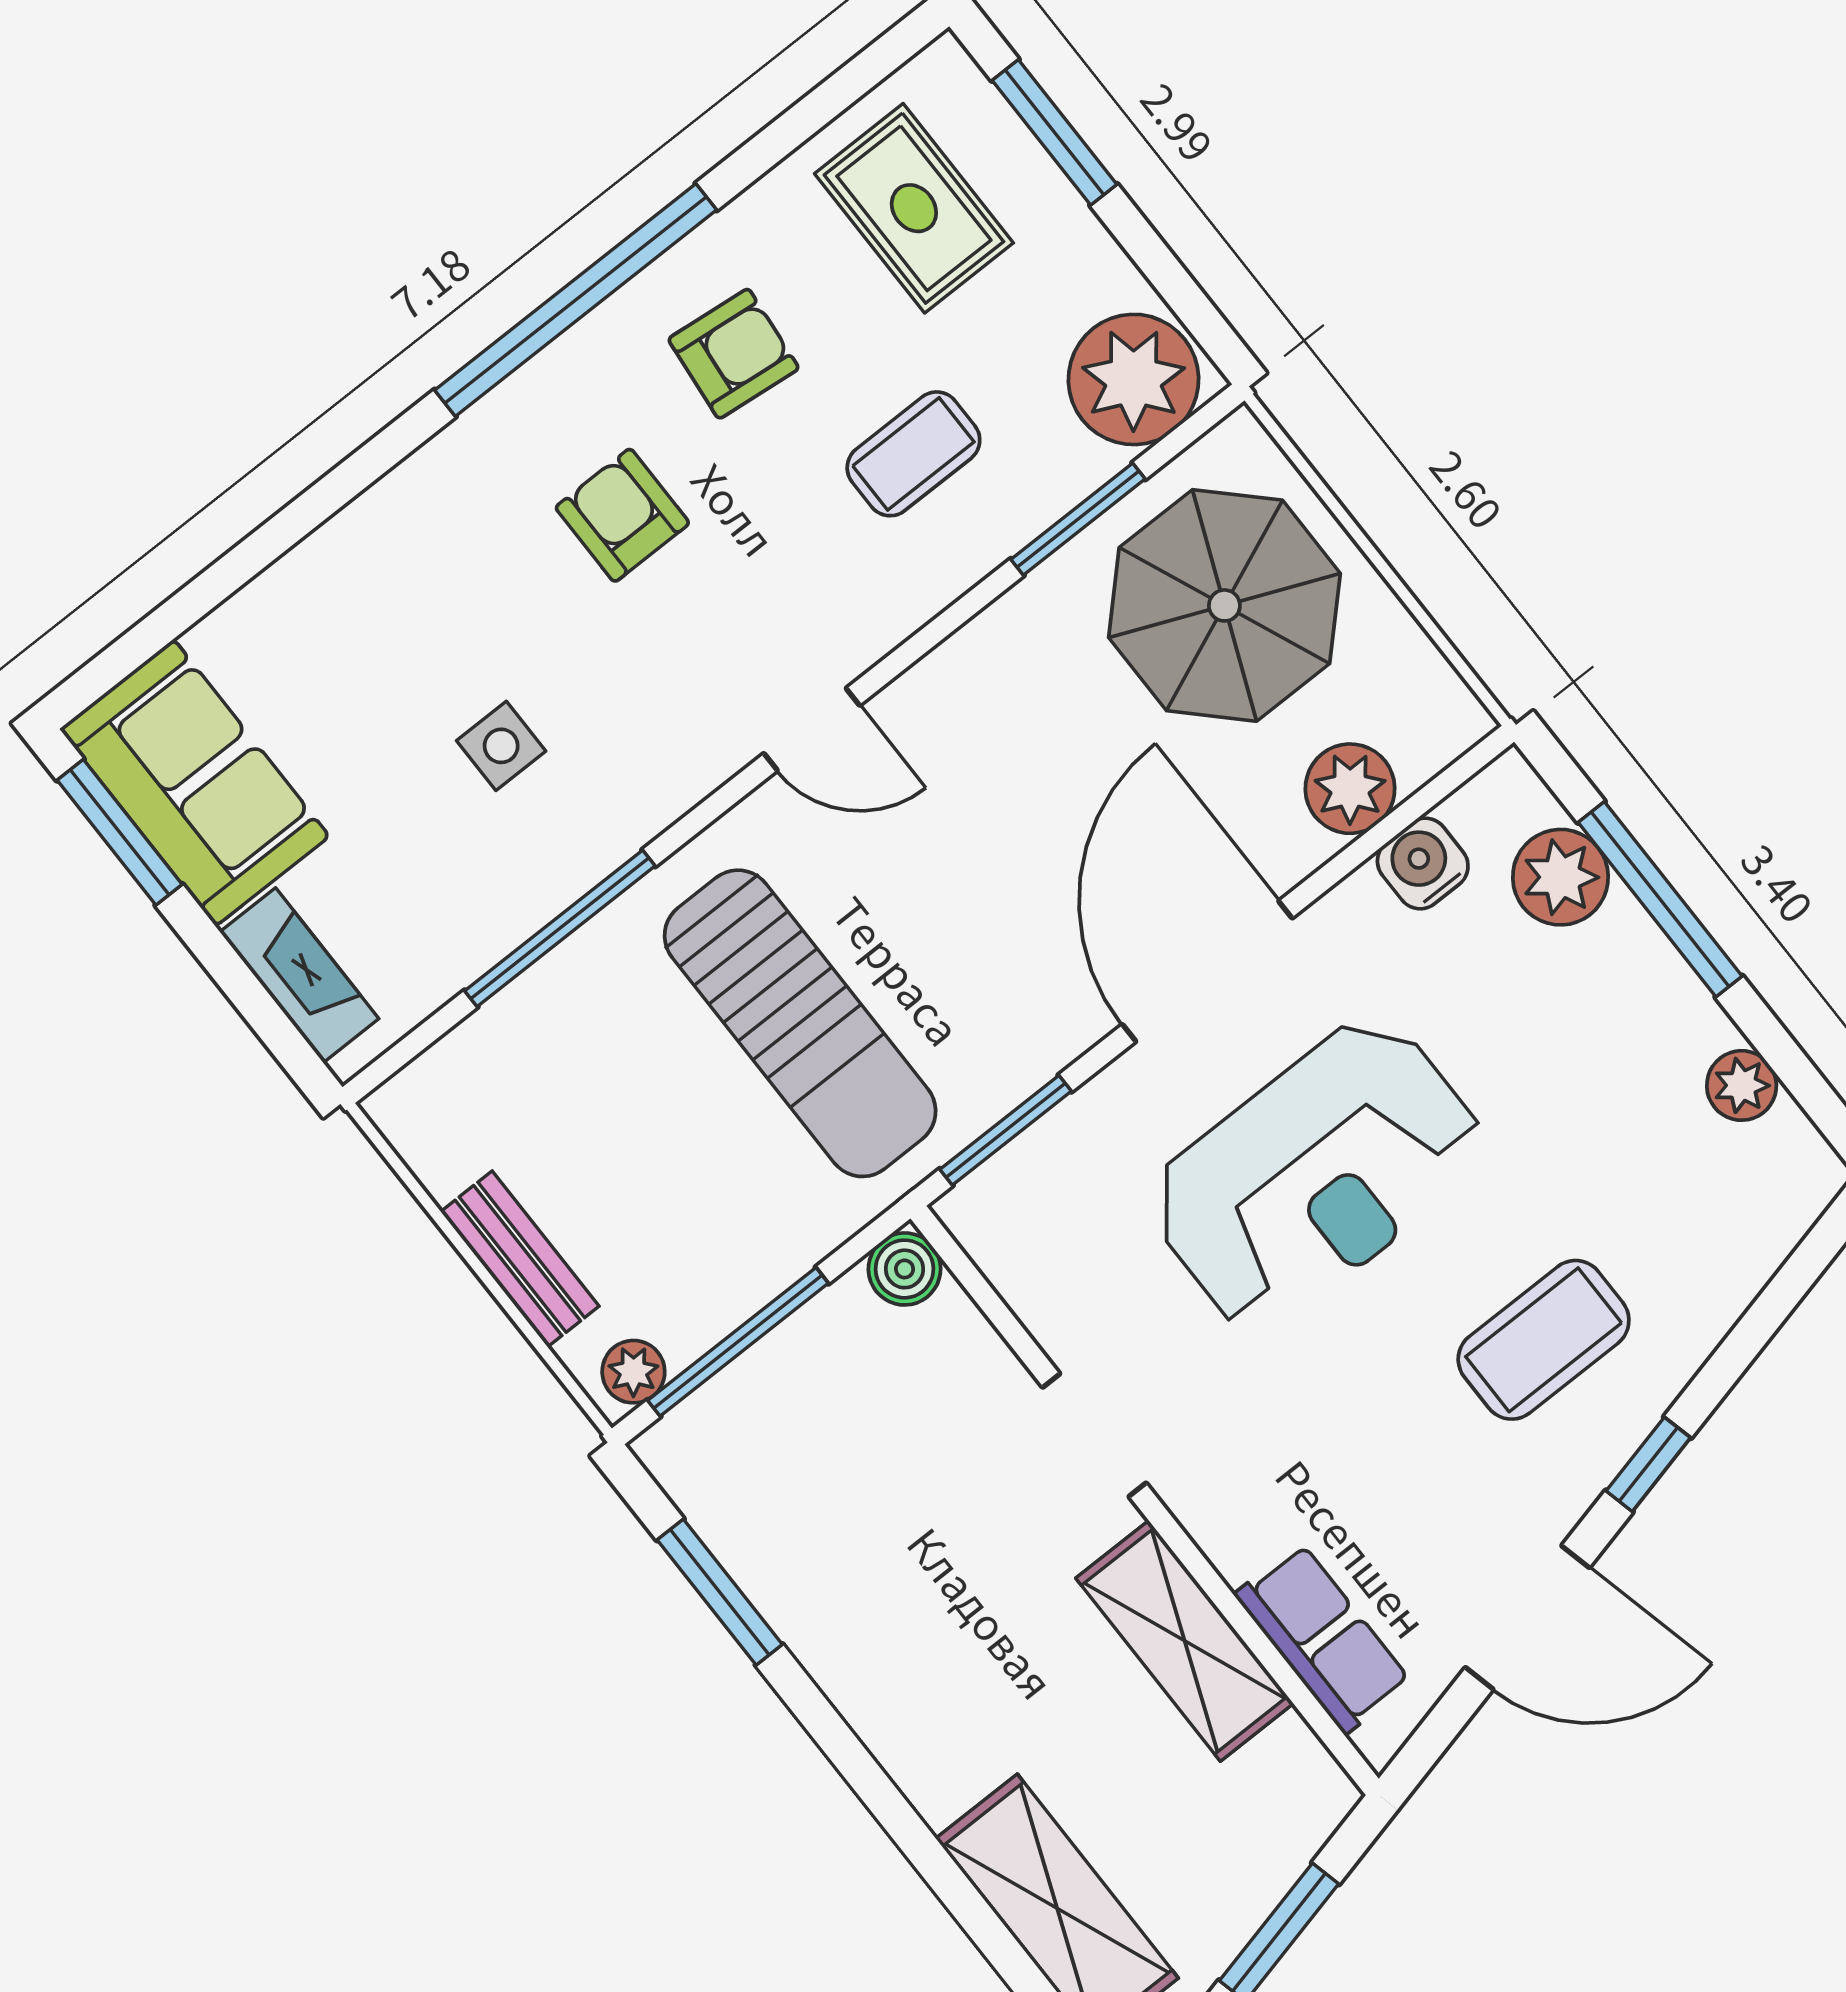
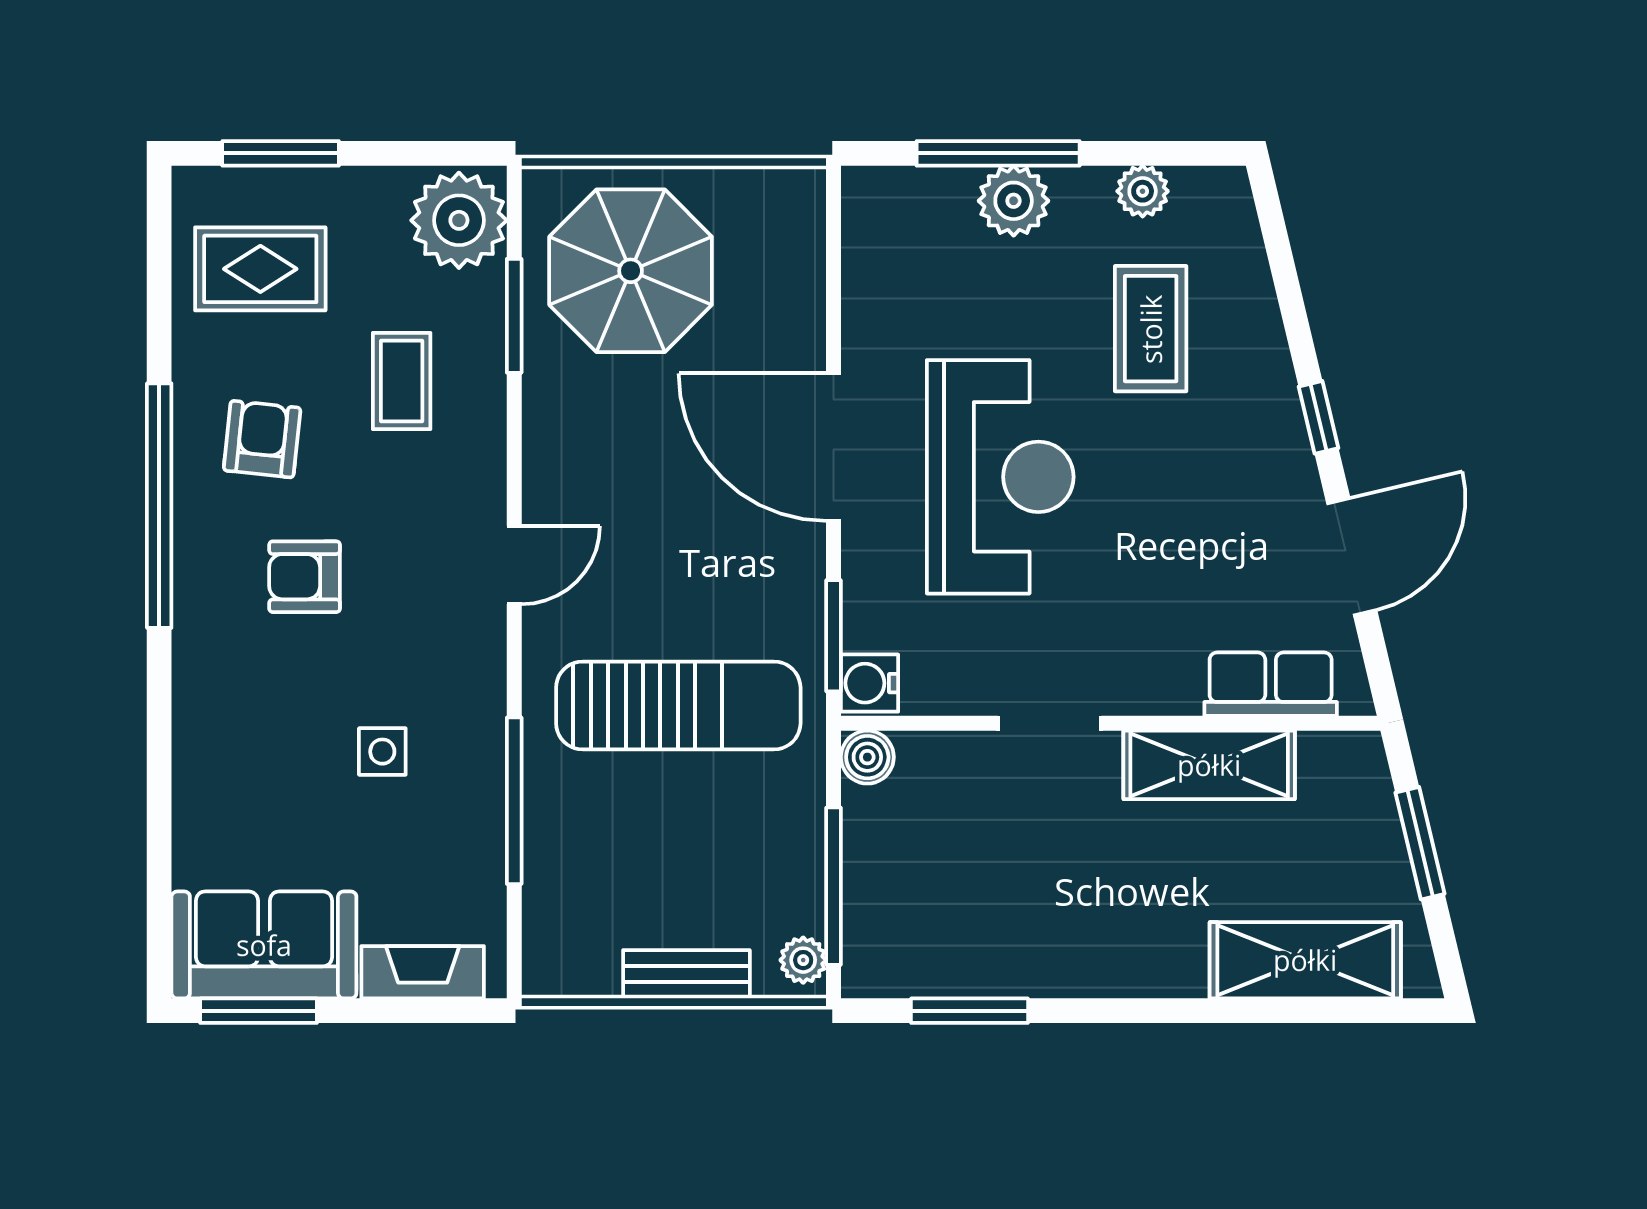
plant: (1350, 789) -> (793, 282), removed
water cooler: (1423, 863) -> (870, 683), moved
plant: (1560, 877) -> (1014, 201), moved
coffee table: (1544, 1340) -> (1151, 329), moved

